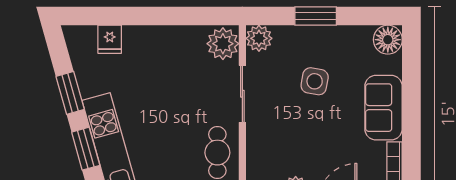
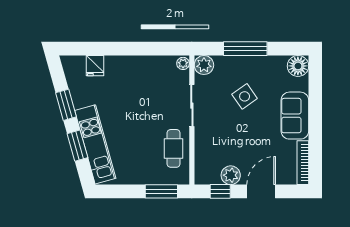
window: (316, 16) -> (245, 49), width x1.44
plant: (223, 44) -> (183, 63), width x0.53, depth x0.53
side table: (315, 81) -> (245, 96), turned 45

